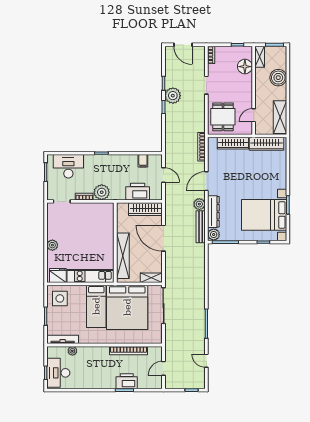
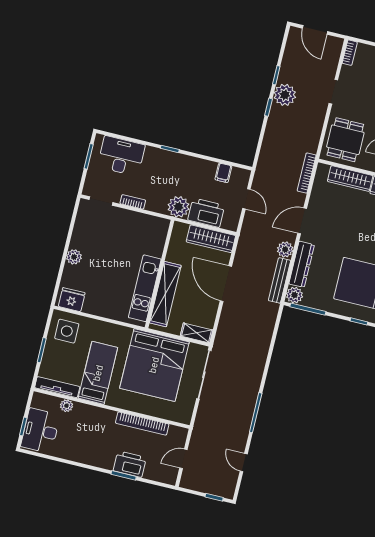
plant: (102, 192) -> (179, 207), moved
kitchen unit: (91, 276) -> (145, 288), moved, turned -90
bed: (96, 306) -> (98, 373), moved, turned 180

